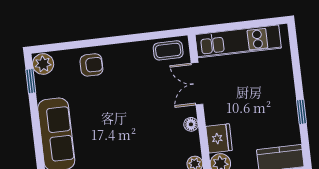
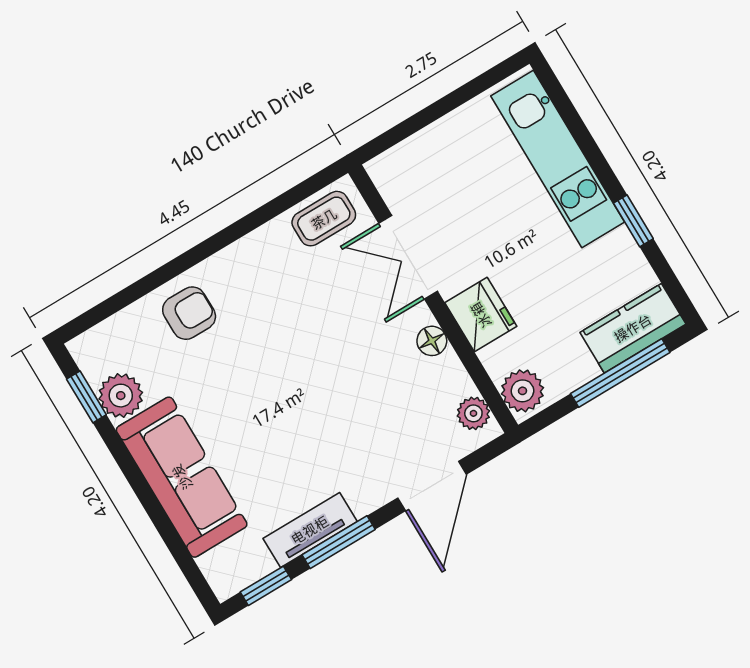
kitchen unit: (238, 41) -> (558, 159), moved, turned 90
plant: (43, 64) -> (121, 396), moved
fridge: (219, 138) -> (481, 315), moved

